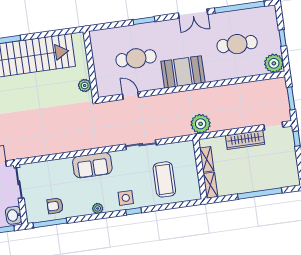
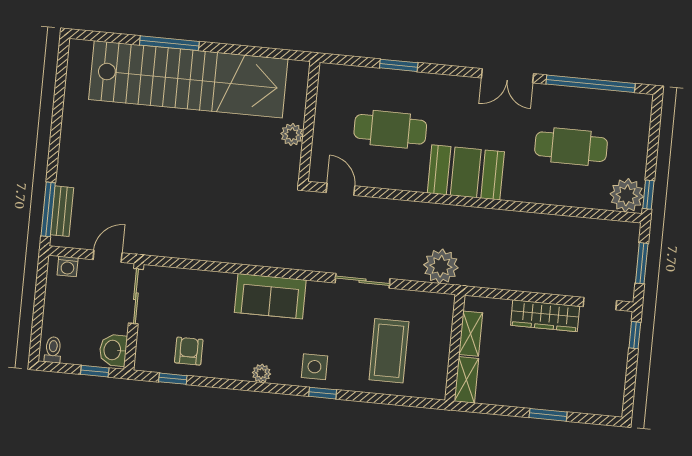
window: (144, 21) -> (399, 65), moved
window: (282, 38) -> (648, 195), moved
plant: (85, 86) -> (292, 134), moved
door: (131, 96) -> (341, 189), moved
plant: (201, 124) -> (441, 266), moved
window: (260, 194) -> (548, 415), width x0.47
armchair: (55, 206) -> (189, 351), turned 90
window: (50, 223) -> (173, 379), width x0.46

